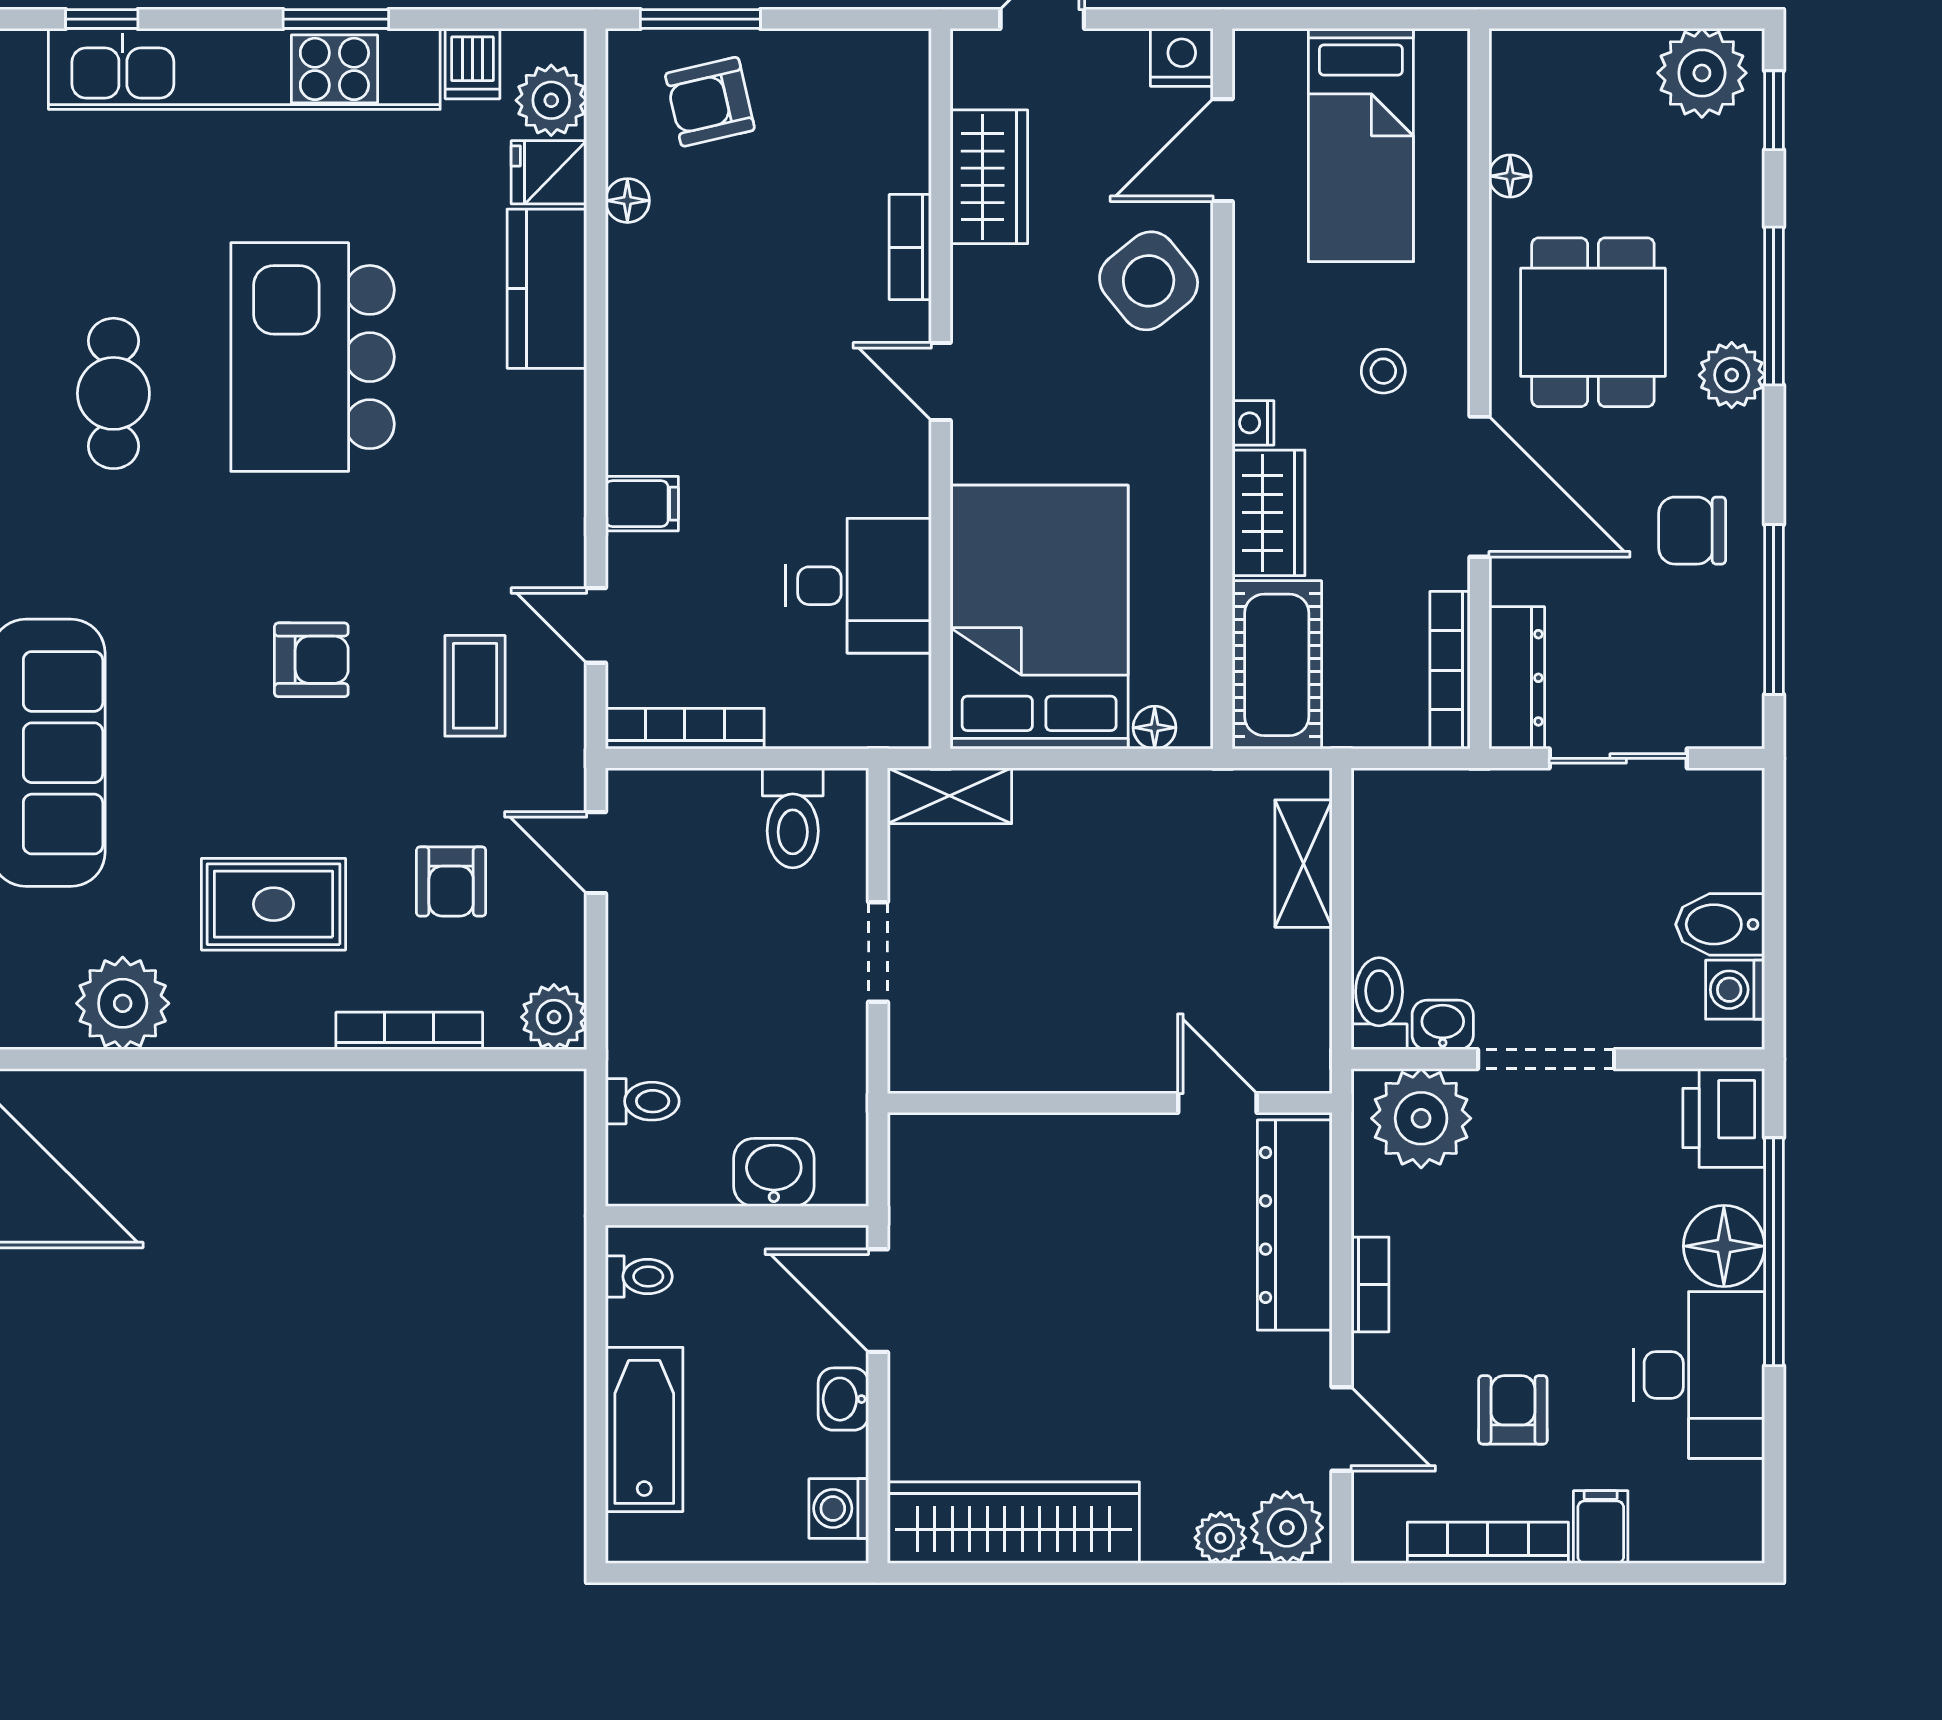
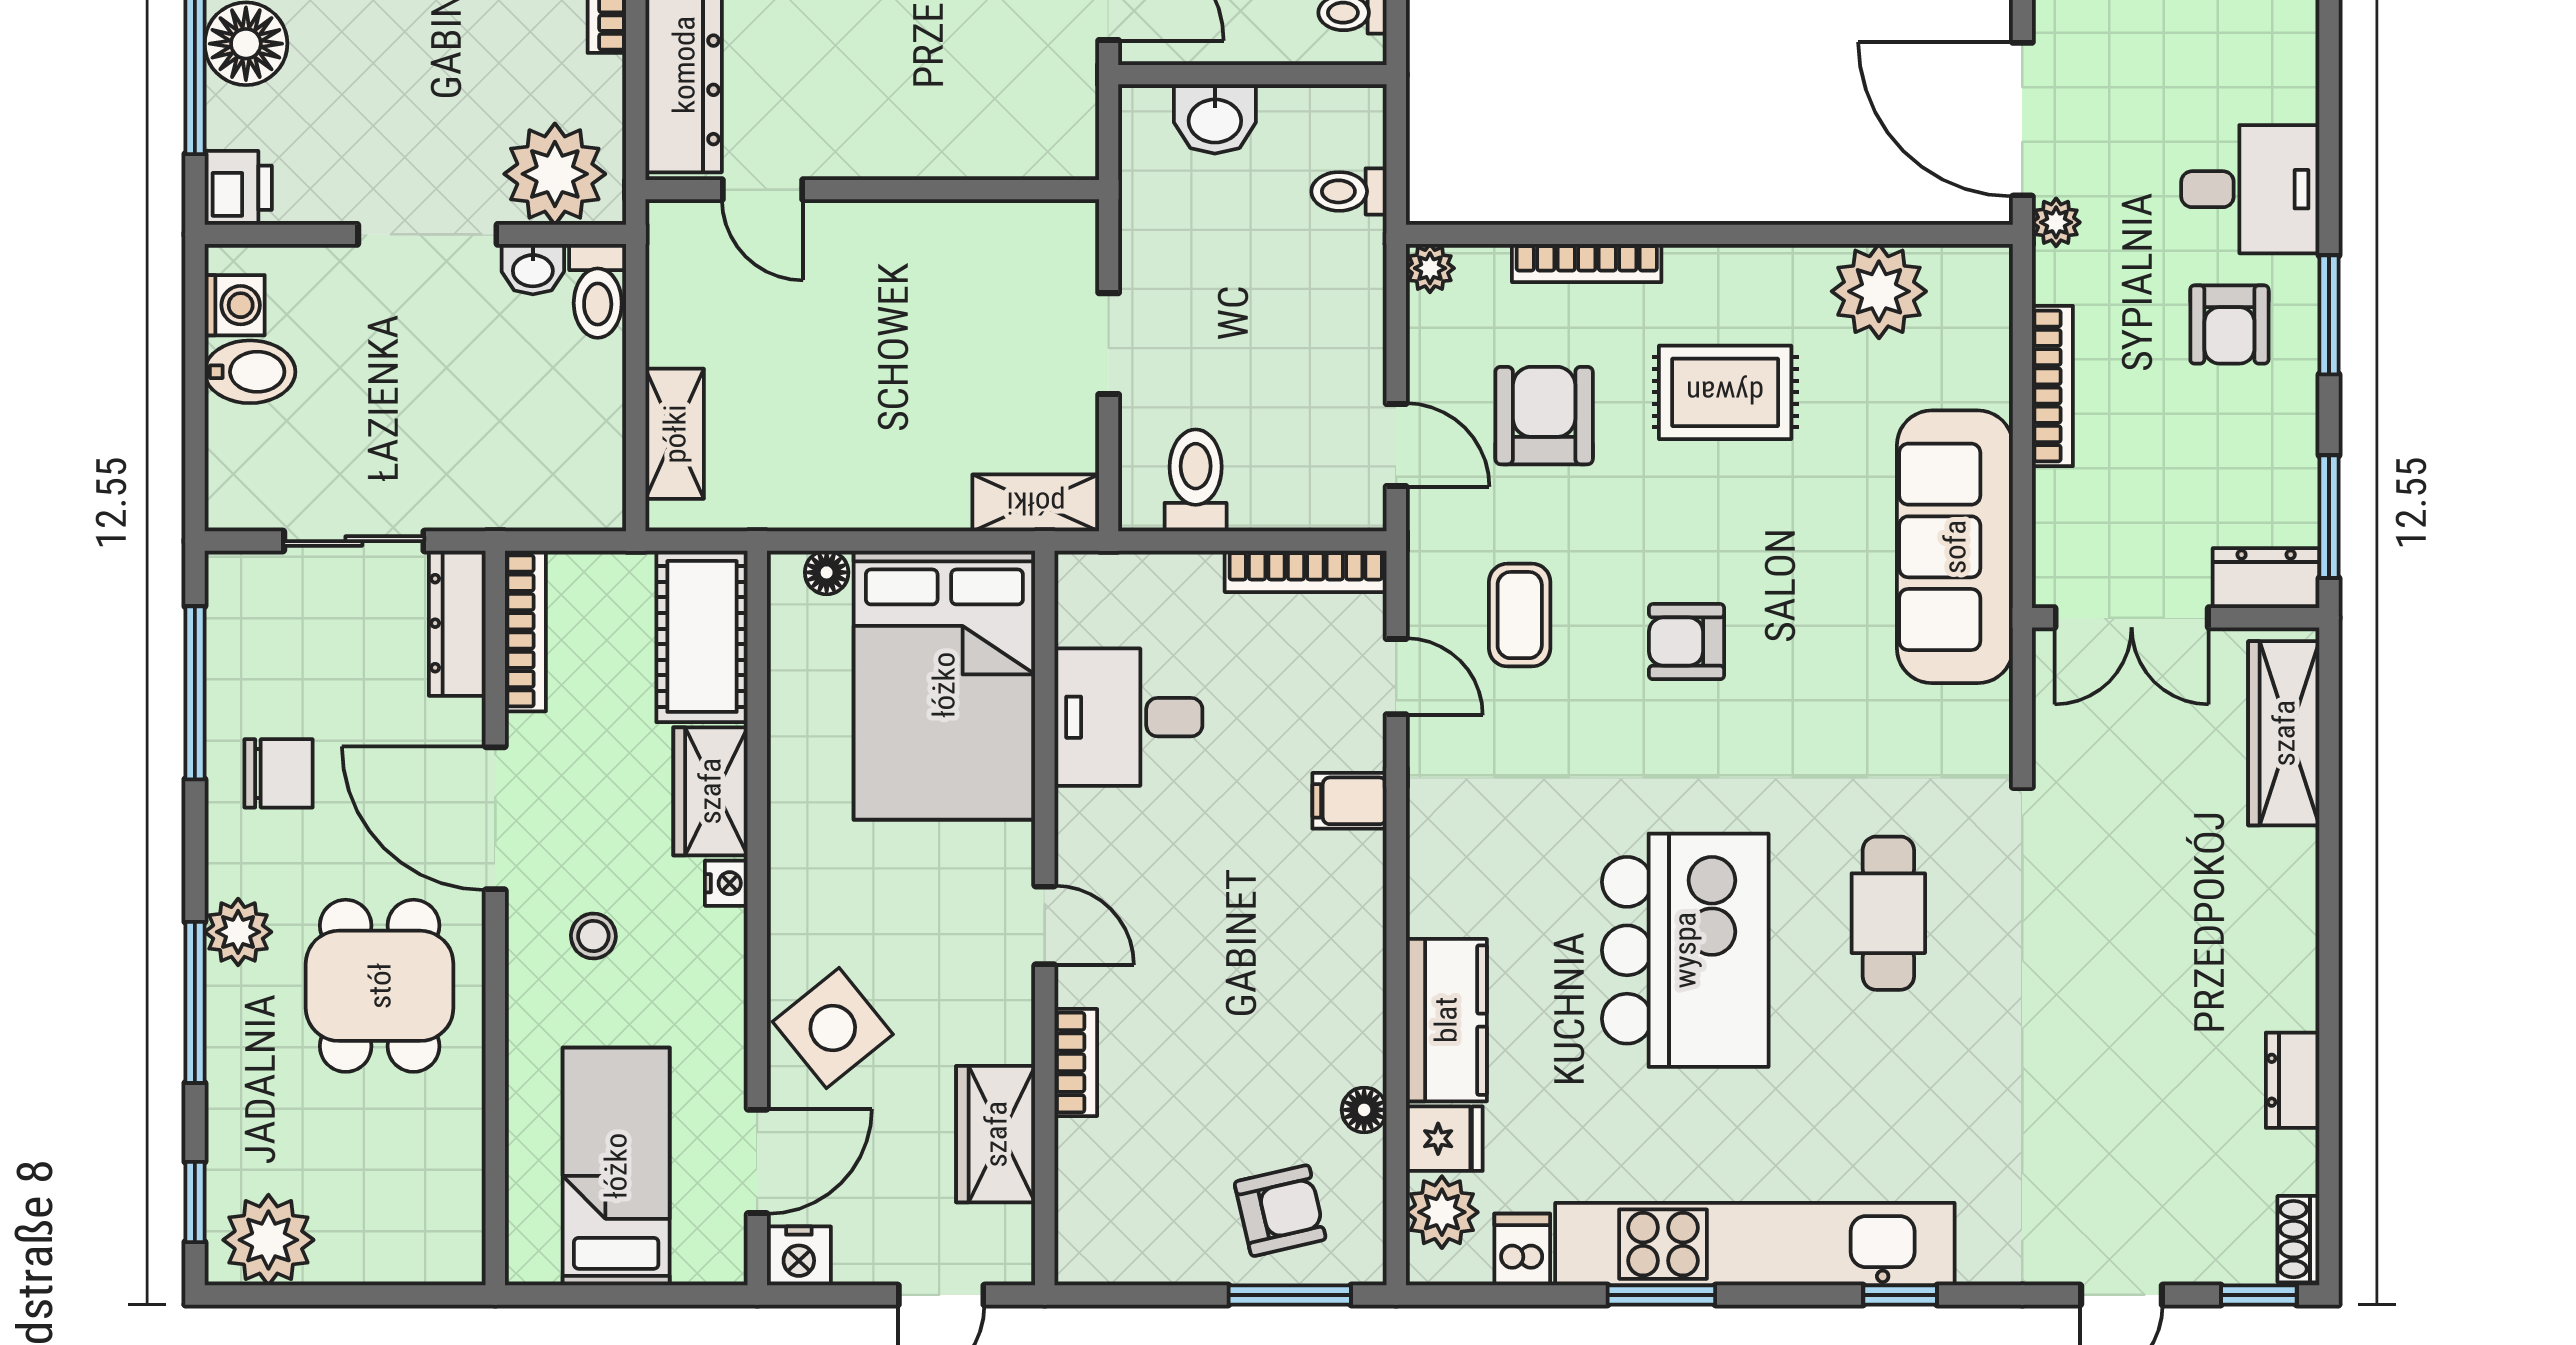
floor lamp: (1510, 176) -> (464, 1135), removed
armchair: (451, 881) -> (1544, 416), width x1.38, depth x1.38
plant: (554, 1017) -> (1430, 268), width x0.73, depth x0.73
printer: (1724, 1118) -> (238, 188), width x0.73, depth x0.81

